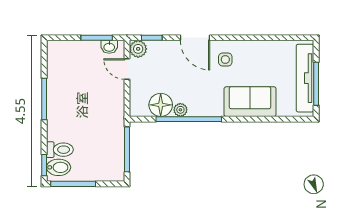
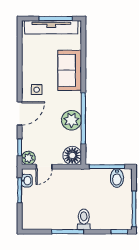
floor lamp: (161, 105) -> (72, 156), moved
plant: (180, 110) -> (71, 120), width x1.88, depth x1.88
toilet: (60, 150) -> (84, 219), moved
bidet: (59, 167) -> (117, 178), moved, turned 180

